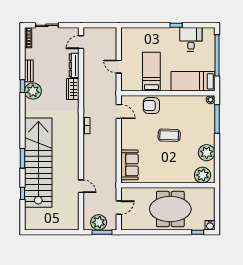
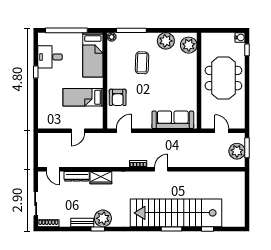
coffee table: (169, 135) -> (142, 63), moved
sofa: (129, 165) -> (173, 120), width x1.36
door: (81, 186) -> (161, 169), moved

